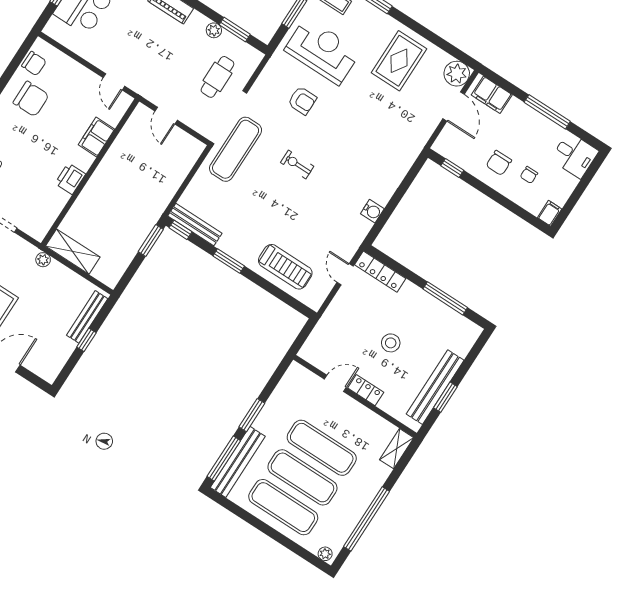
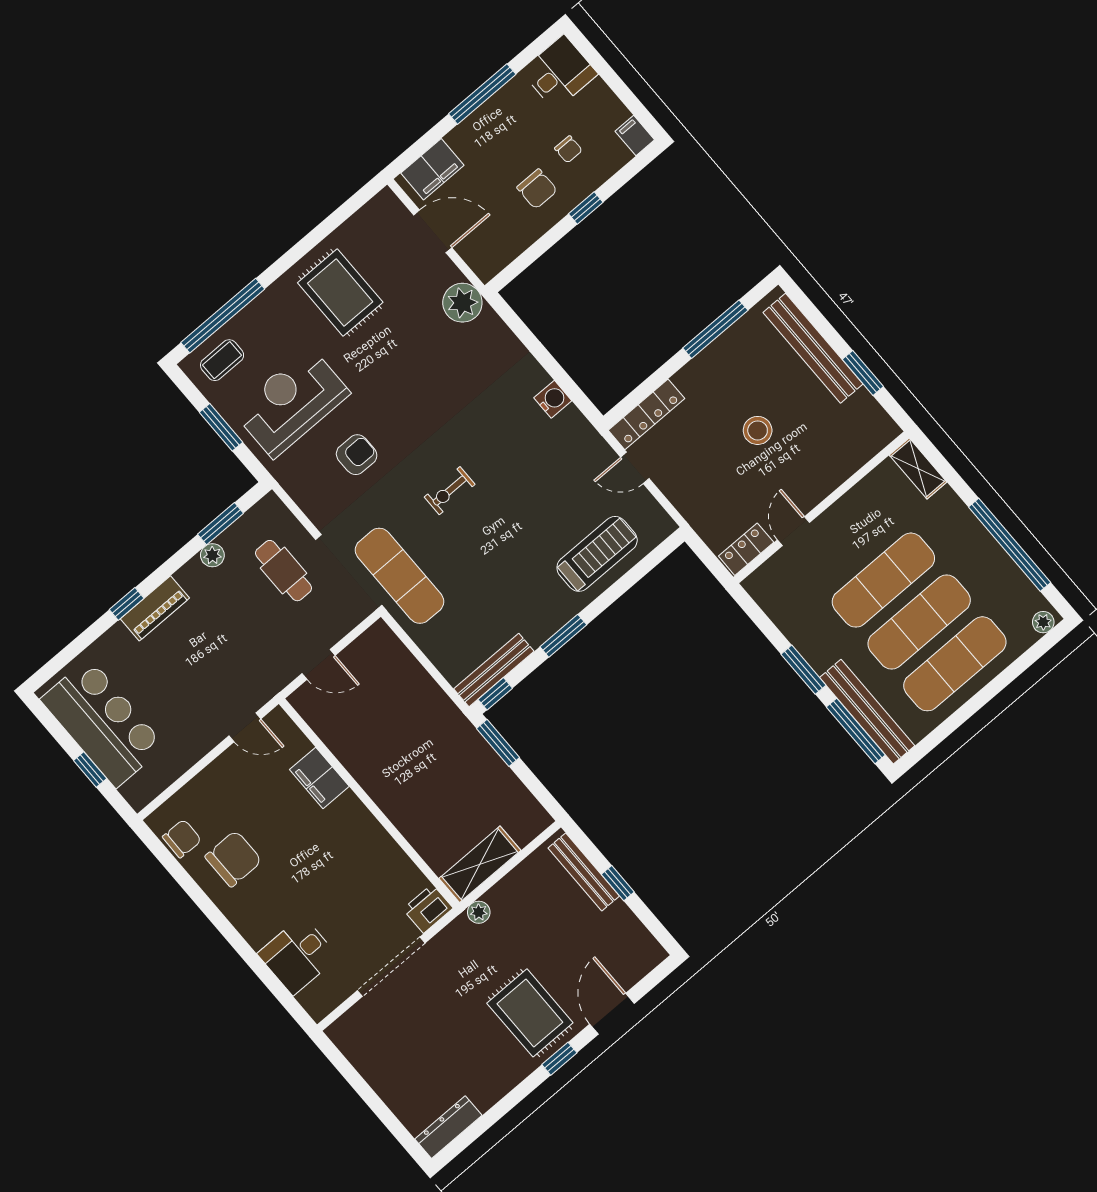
plant: (457, 74) -> (462, 303), moved
window: (452, 168) -> (586, 208), moved
printer: (70, 179) -> (428, 909), moved, turned 90
bench: (435, 387) -> (813, 348), moved
locker: (366, 390) -> (746, 549), moved

